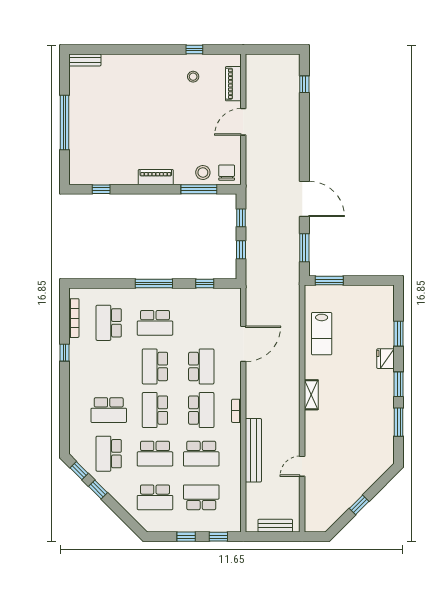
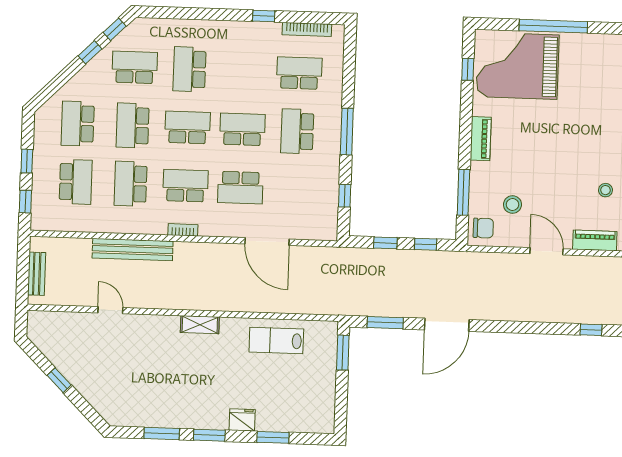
grand piano: (97, 150) -> (518, 66), added
stool: (203, 172) -> (513, 205), moved
school desk: (201, 410) -> (185, 186), turned 180

